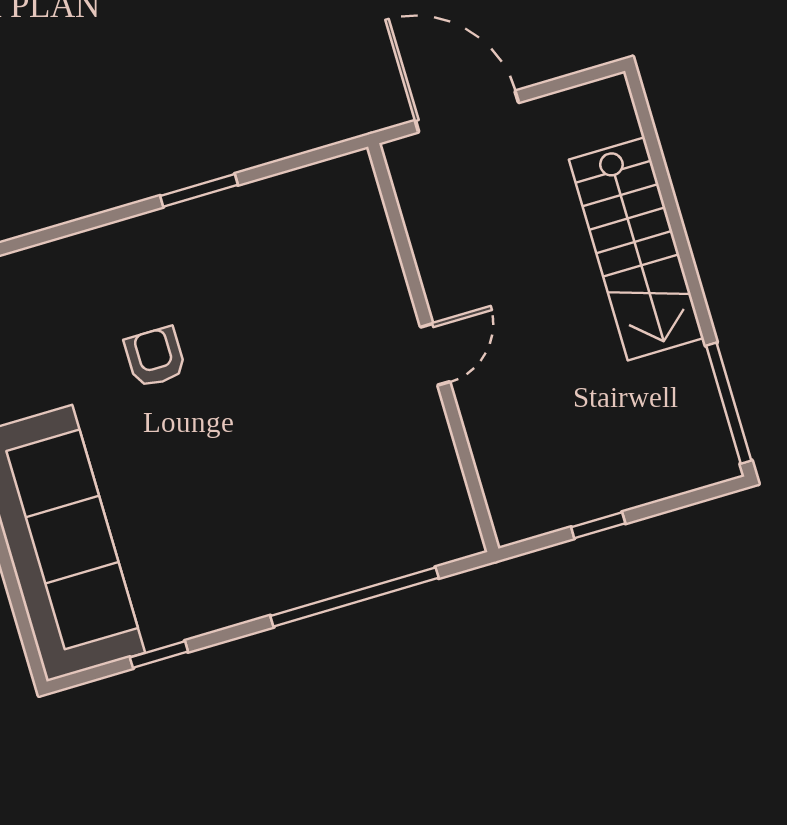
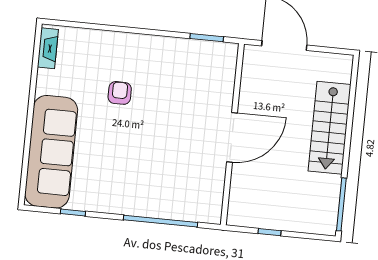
window: (199, 190) -> (207, 38), moved
door: (435, 354) -> (232, 137), width x1.88

